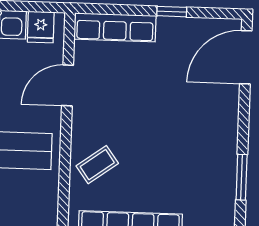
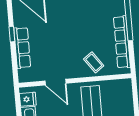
row of seats: (115, 27) -> (22, 48), moved

